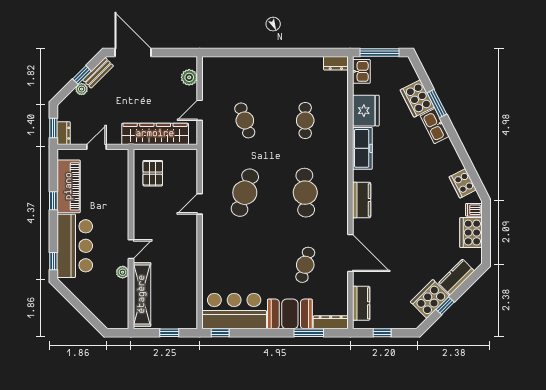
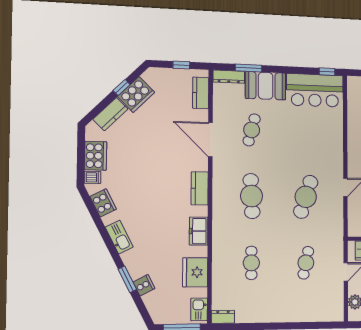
cooker: (417, 98) -> (144, 285), width x0.53, depth x0.76
cafe table: (245, 120) -> (306, 263), turned 30
kitchen sink: (435, 126) -> (119, 237), moved
freezer: (362, 148) -> (199, 231), width x0.71

